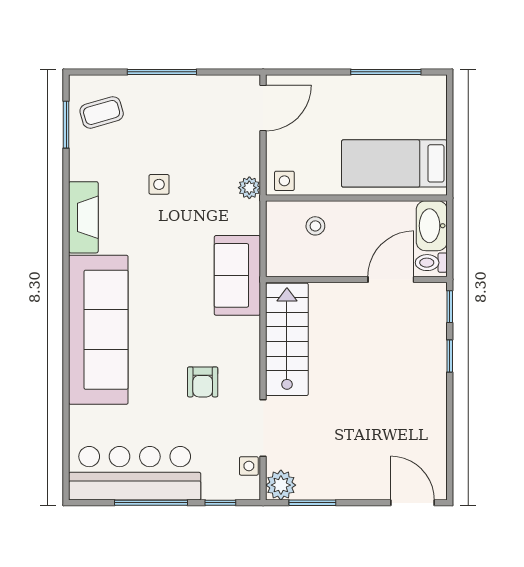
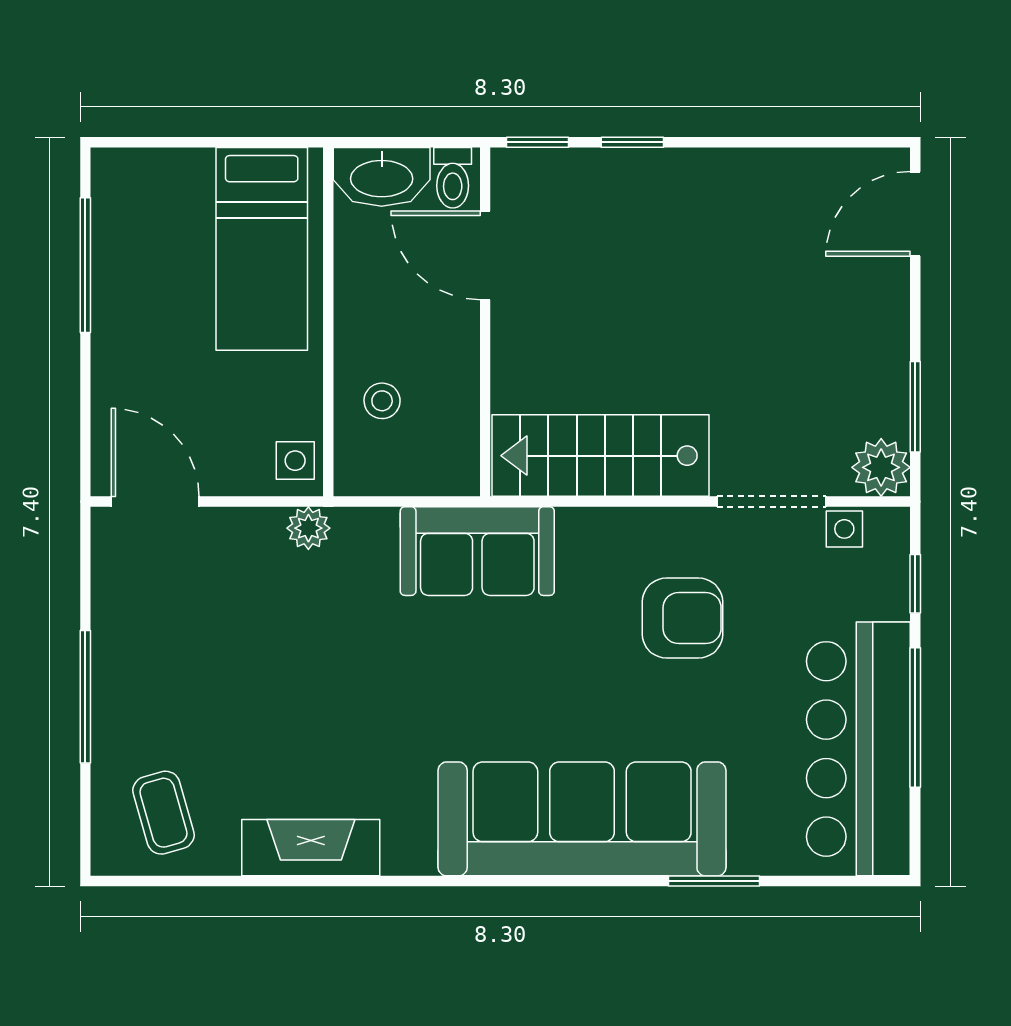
window: (66, 125) -> (714, 881), moved
side table: (159, 184) -> (302, 702), removed
fireplace: (83, 217) -> (311, 848), moved
armchair: (203, 382) -> (682, 618), width x1.38, depth x1.38

